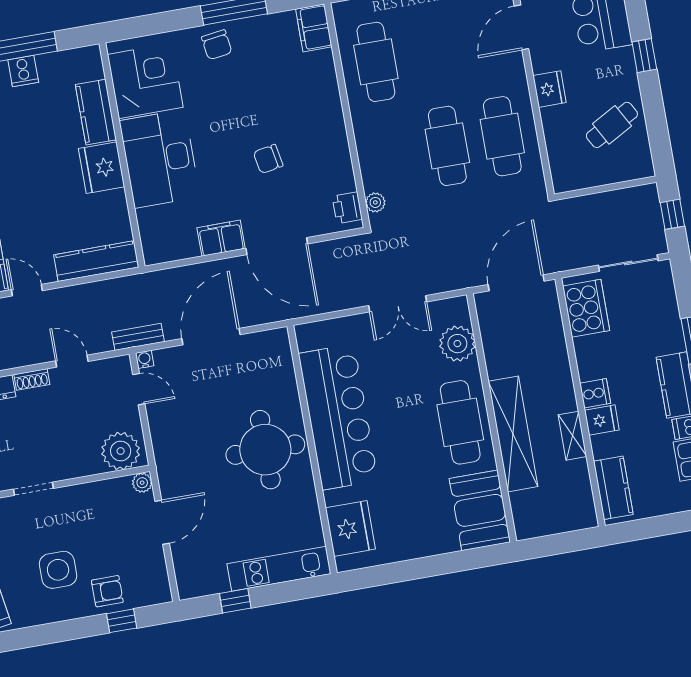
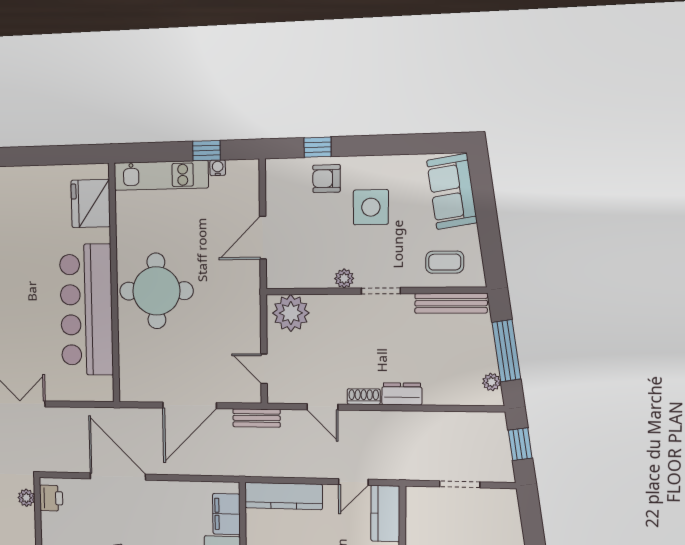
filing cabinet: (221, 238) -> (226, 514), moved, turned 90
door: (27, 290) -> (353, 482), hinge flipped
water cooler: (145, 359) -> (218, 168), moved, turned 180
plant: (142, 483) -> (344, 278), moved

